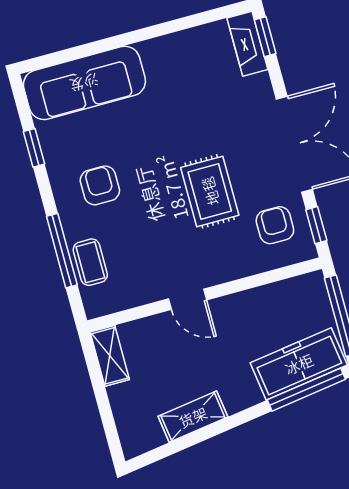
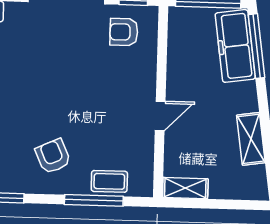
armchair: (100, 185) -> (53, 156), turned 66
rug: (210, 191) -> (83, 74), removed

